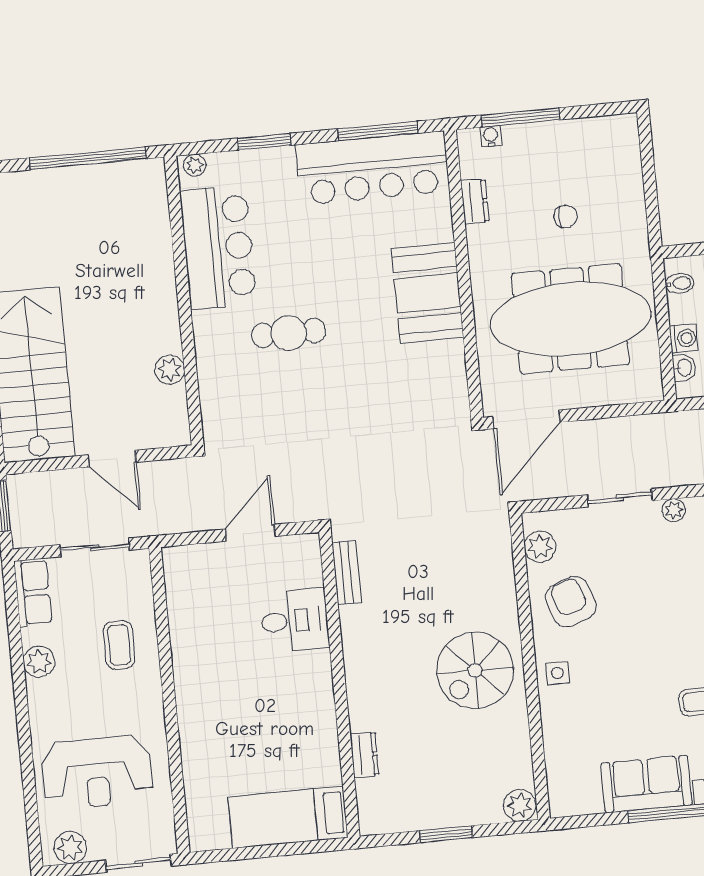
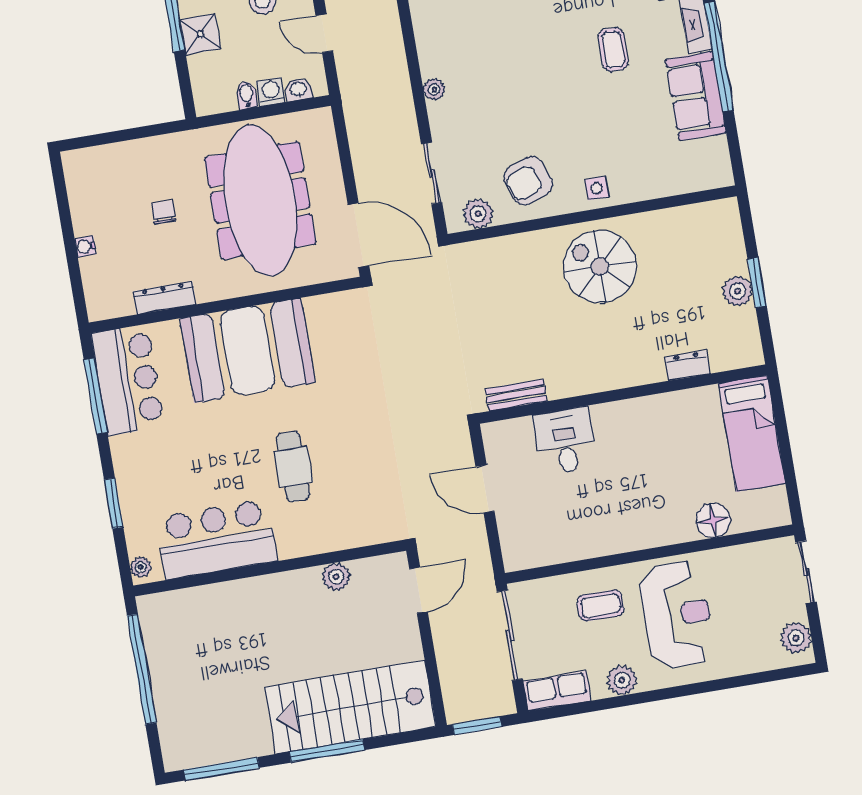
window: (520, 118) -> (73, 262), removed
water cooler: (491, 136) -> (85, 246), moved
bar counter: (373, 168) -> (128, 380), width x0.73
dresser: (475, 201) -> (165, 298), width x1.44
bidet: (680, 283) -> (247, 95), moved
booth: (427, 293) -> (248, 351), width x1.36, depth x1.42
door: (112, 459) -> (418, 590), moved
sliding door: (620, 498) -> (432, 173), moved
sliding door: (95, 547) -> (510, 635), width x1.37
spiral stairs: (475, 670) -> (600, 266), turned 180
floor lamp: (200, 770) -> (713, 520), added
reception desk: (97, 772) -> (677, 615), moved
plant: (520, 805) -> (737, 291), moved

